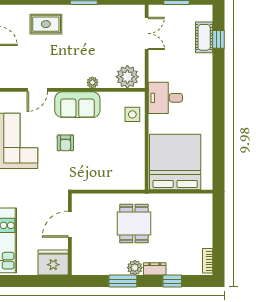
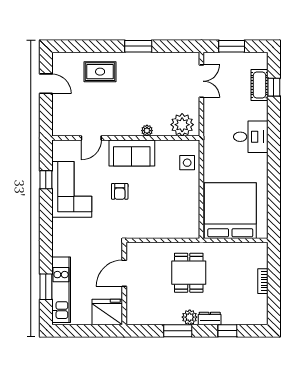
desk: (165, 98) -> (251, 137), moved, turned 180
bookcase: (208, 261) -> (263, 281), moved

